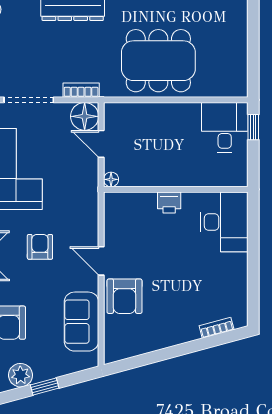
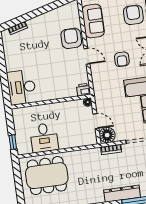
dining table: (158, 61) -> (47, 176), moved
desk: (225, 127) -> (44, 138), moved
printer: (169, 203) -> (84, 90), moved

